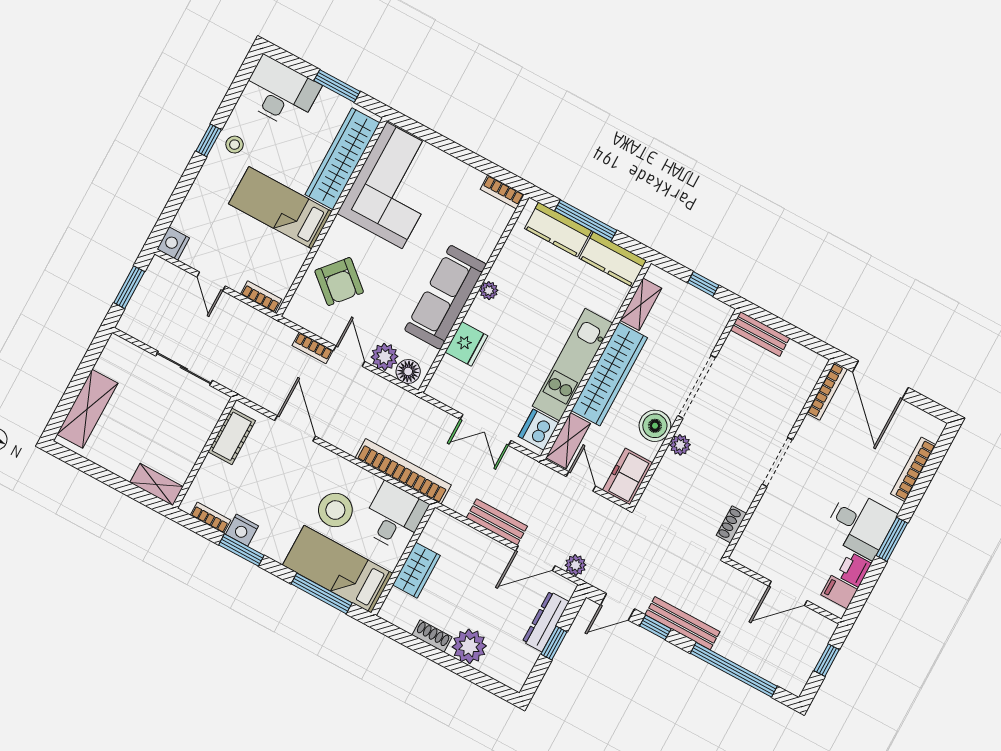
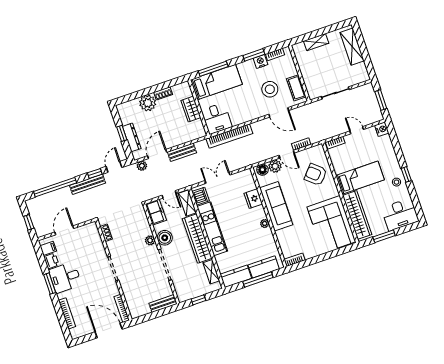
shelving: (157, 485) -> (316, 42), moved
stool: (335, 510) -> (270, 89), moved

